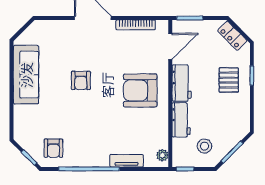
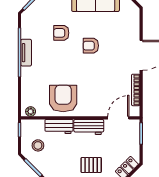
door: (170, 46) -> (118, 118), swing flipped
armchair: (140, 90) -> (63, 98), moved
armchair: (53, 148) -> (61, 33), moved
tv unit: (127, 161) -> (26, 53), moved

